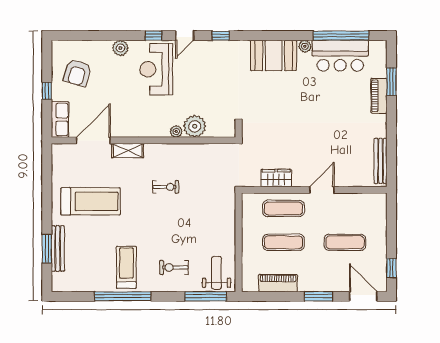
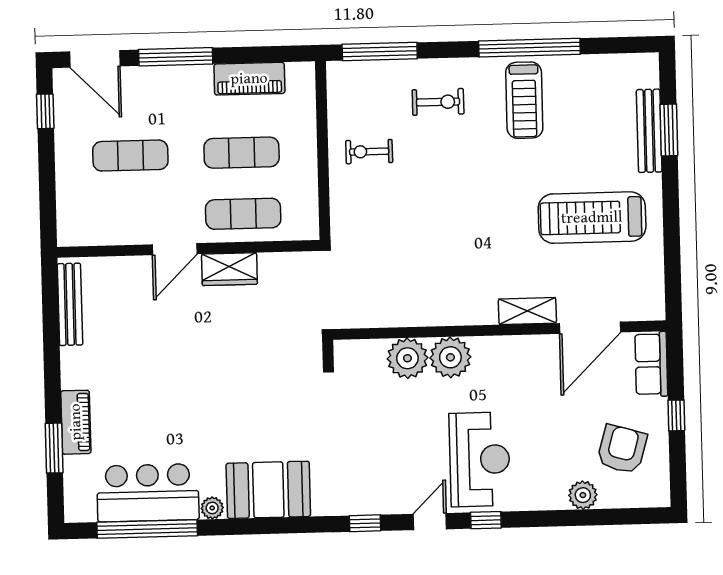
plant: (120, 48) -> (583, 495), moved
plant: (176, 131) -> (450, 357), width x1.87, depth x1.87
wardrobe: (276, 178) -> (229, 269), moved
exercise bike: (166, 187) -> (369, 152), moved
weight bench: (216, 273) -> (361, 94), removed
window: (318, 296) -> (176, 57), width x1.44

